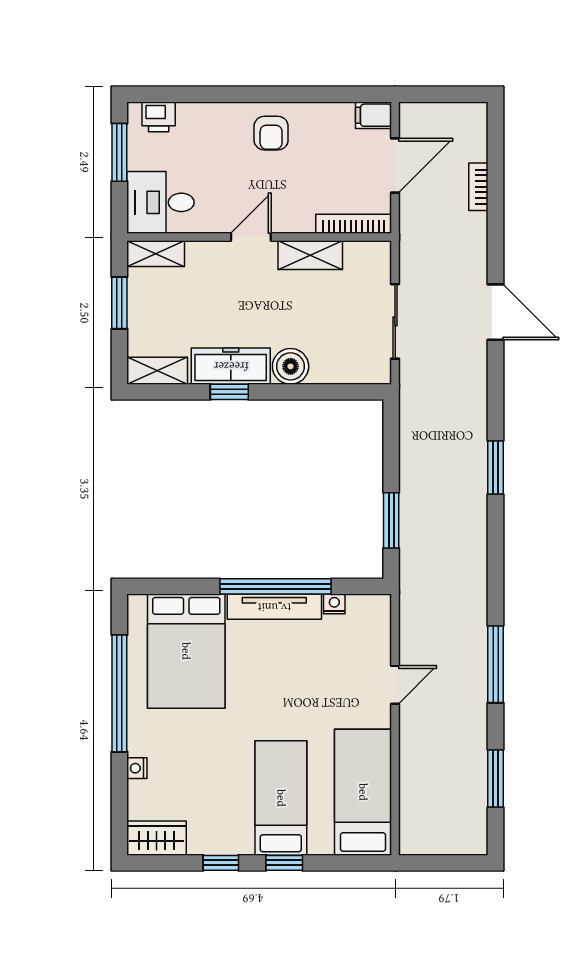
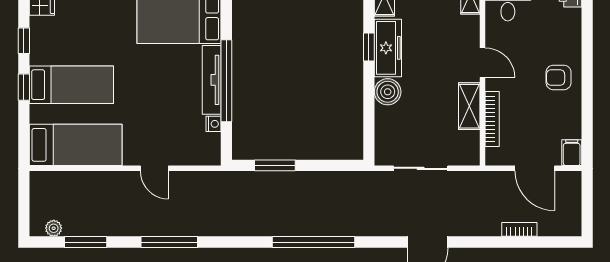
bookcase: (354, 224) -> (492, 119), moved
window: (496, 468) -> (313, 242), width x2.11
plant: (477, 822) -> (54, 228), added

